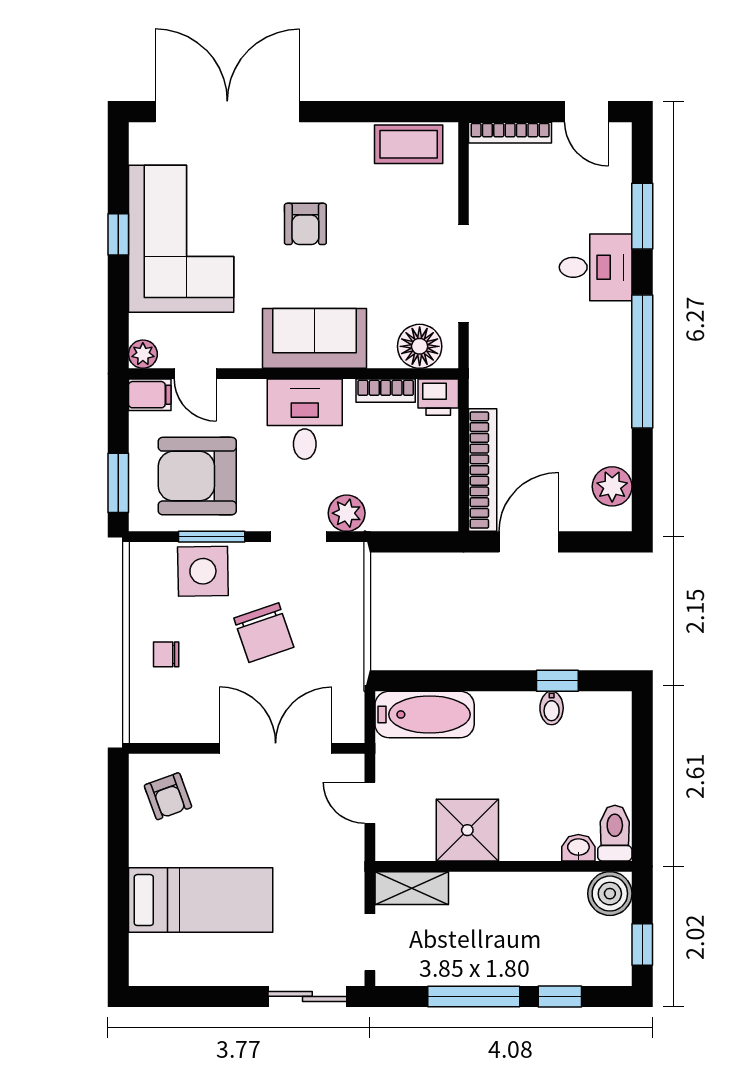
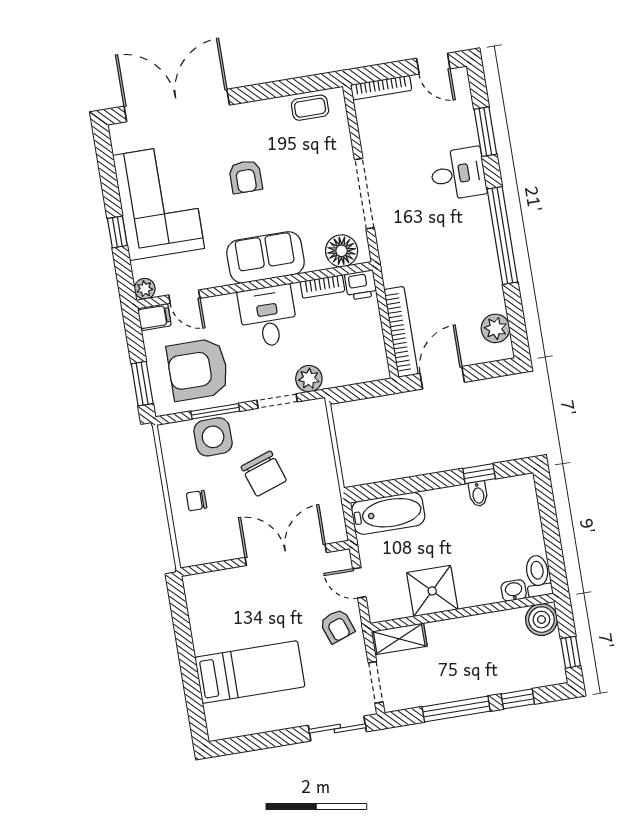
coffee table: (409, 144) -> (310, 108), width x0.73, depth x0.77
window: (118, 234) -> (117, 232), moved
armchair: (168, 796) -> (337, 626), moved

